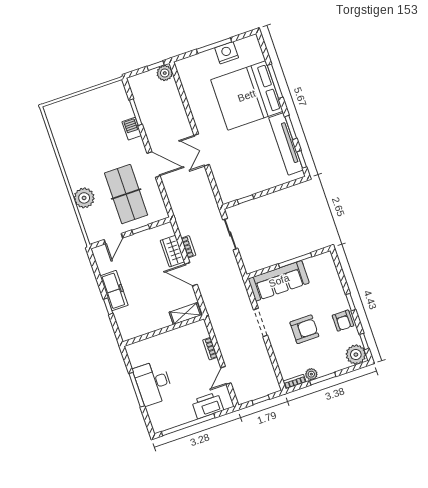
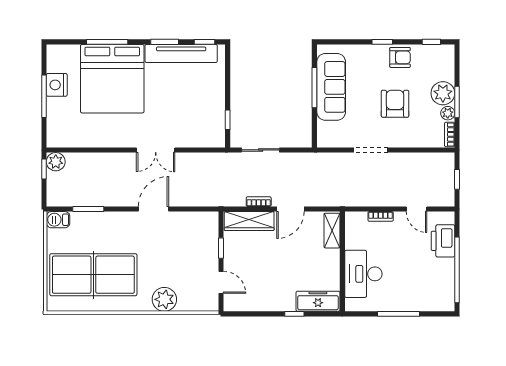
barbecue: (132, 129) -> (58, 220), moved
table tennis table: (126, 194) -> (93, 275), moved, width x1.36, depth x1.32
wardrobe: (172, 251) -> (249, 221), width x1.50
sofa: (279, 281) -> (331, 87), moved
freezer: (114, 291) -> (318, 301), moved
plant: (356, 355) -> (443, 93), moved
desk: (153, 383) -> (363, 274), moved, turned 90

